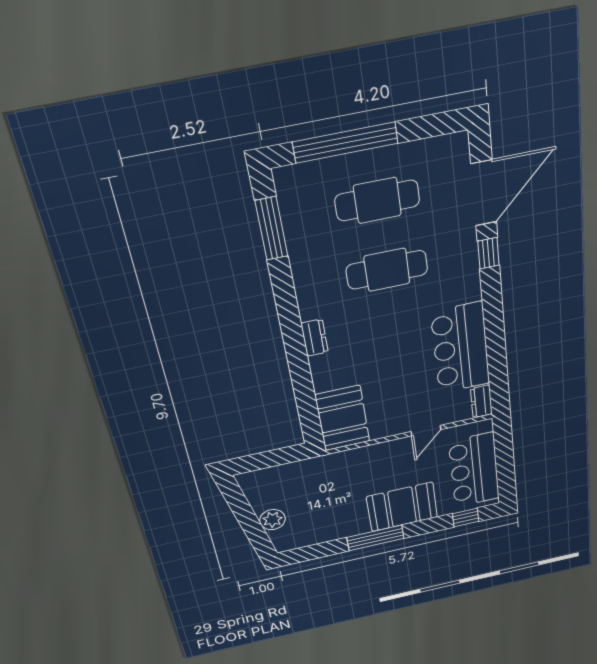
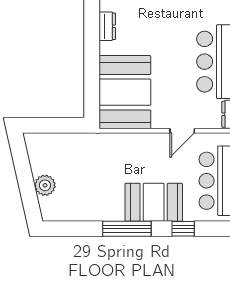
booth: (343, 418) -> (125, 92), width x1.36, depth x1.42
window: (466, 517) -> (183, 229), moved

